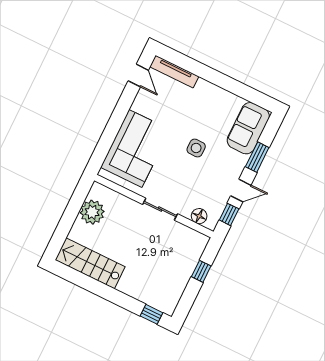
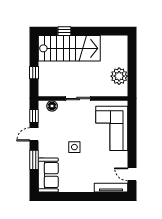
stairs: (90, 263) -> (69, 48), moved, width x1.36, depth x1.51
window: (151, 314) -> (64, 31), moved

